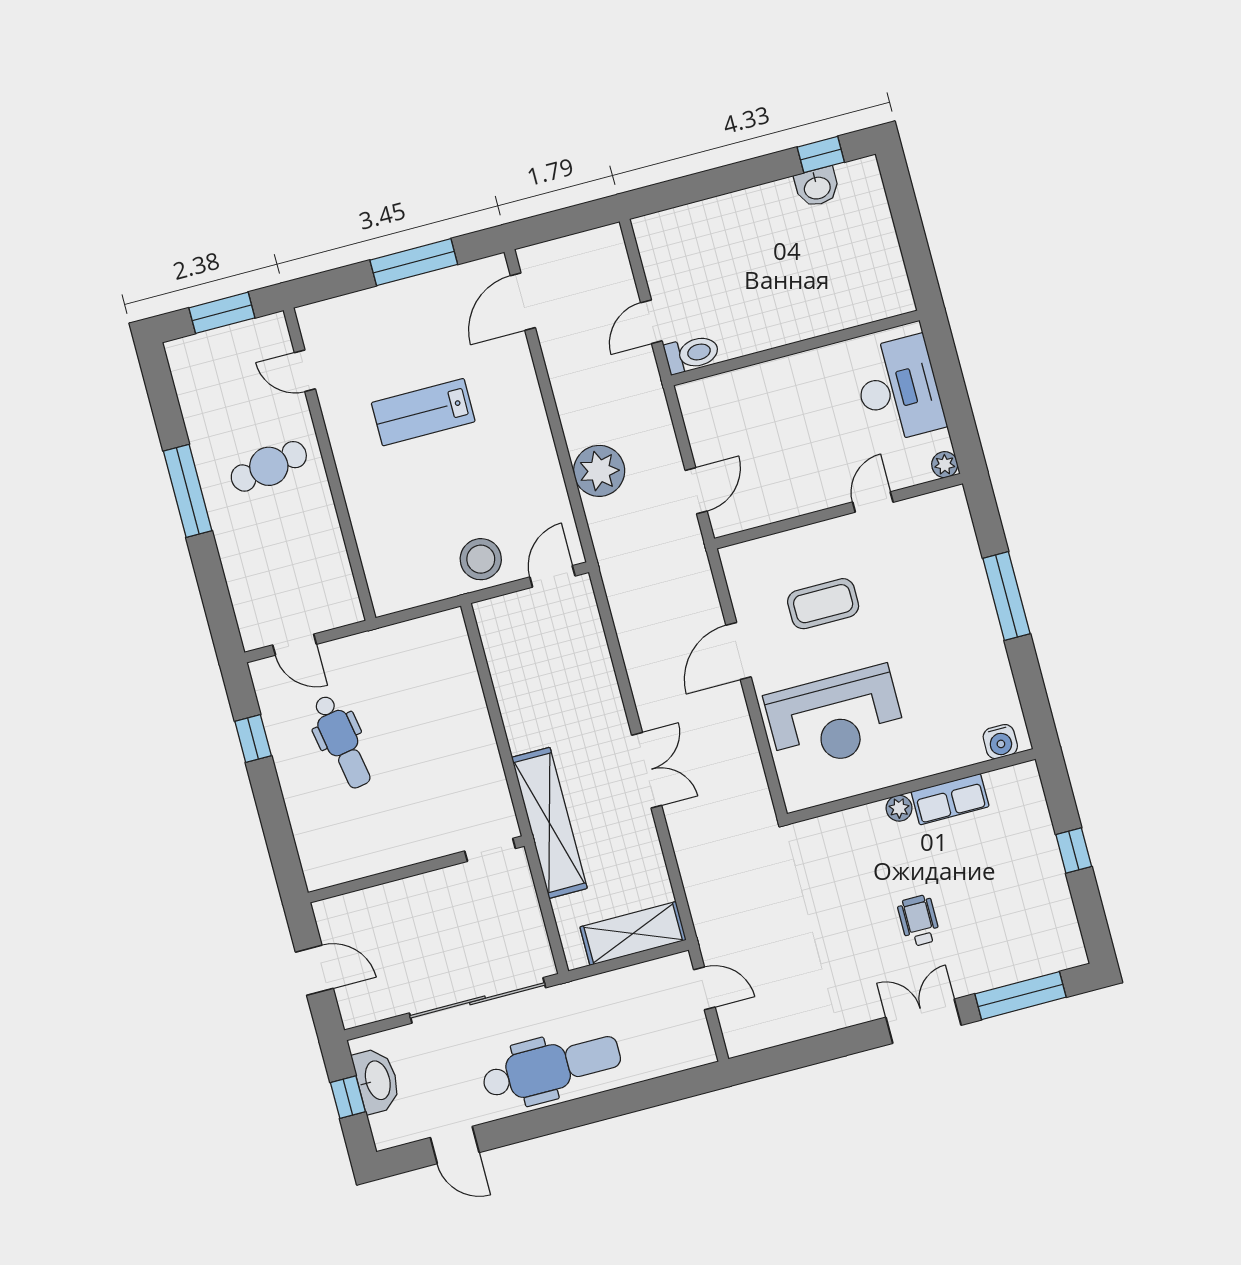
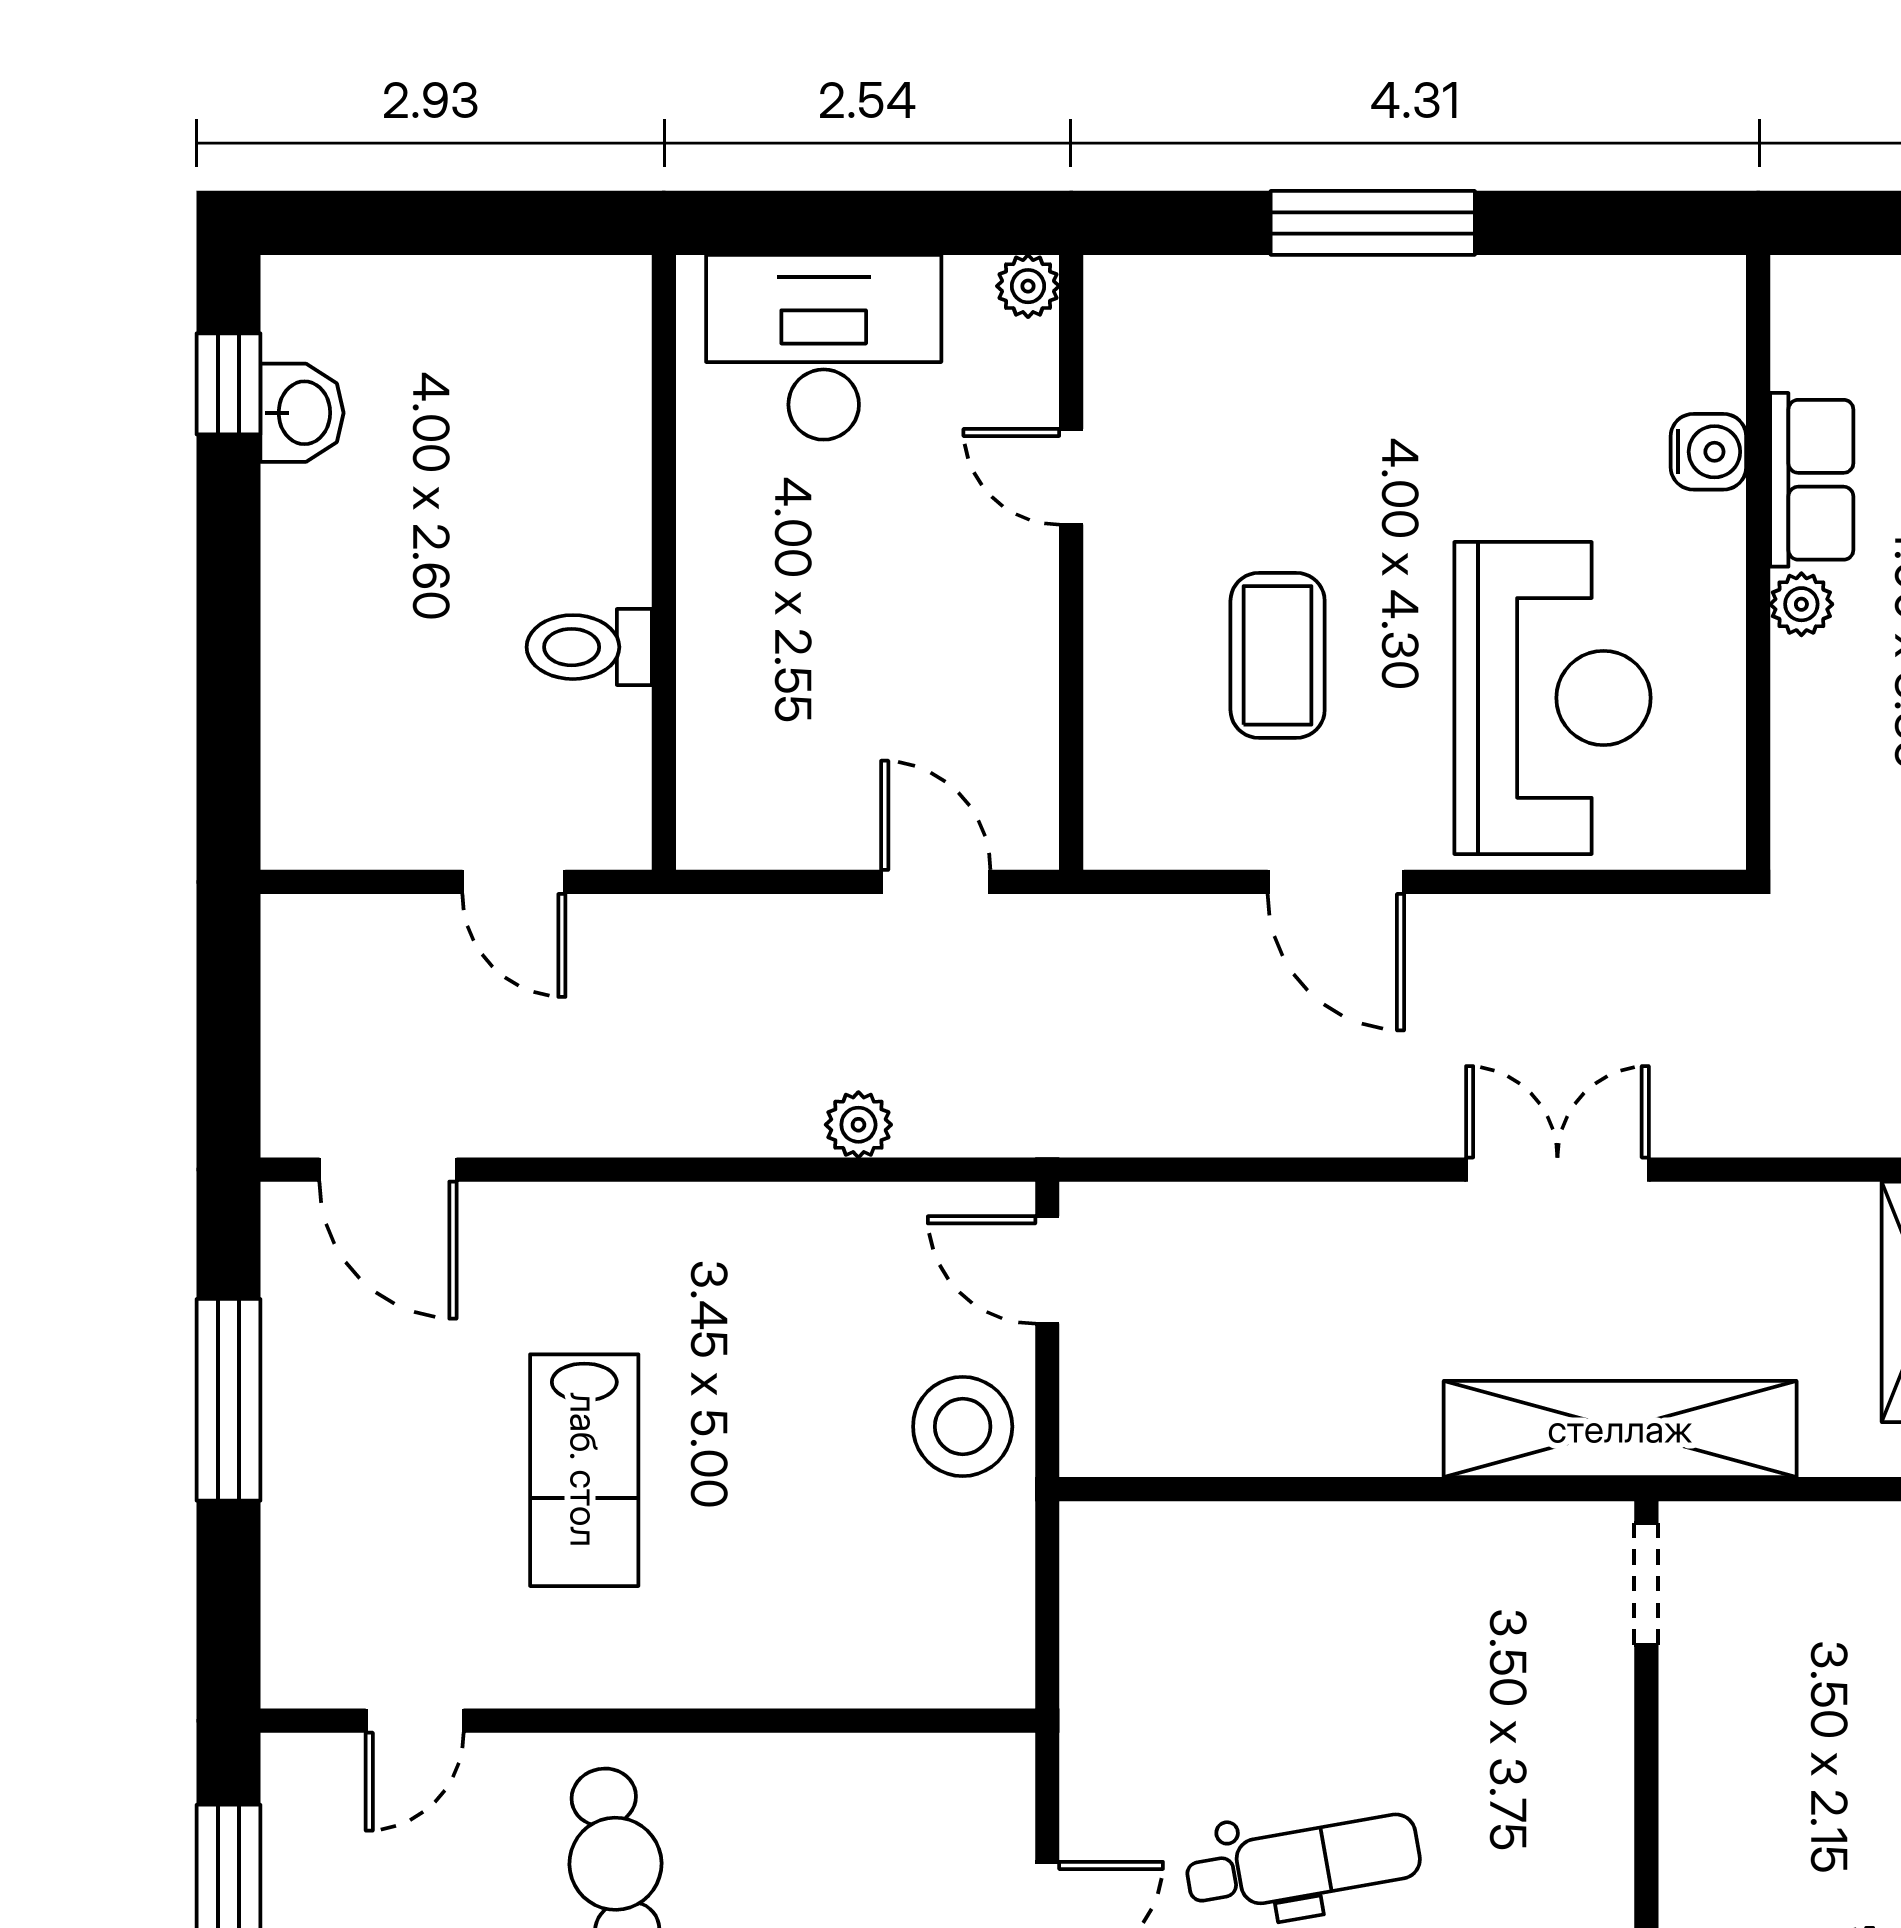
toilet: (692, 354) -> (589, 647), moved, turned -90
plant: (599, 471) -> (858, 1125), width x0.53, depth x0.53
water cooler: (1000, 742) -> (1708, 452), moved

